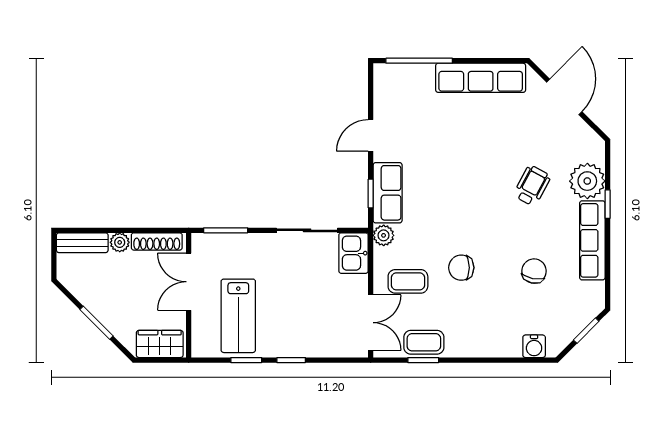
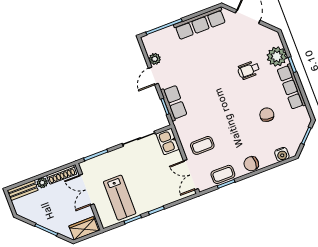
wheelchair: (532, 186) -> (249, 70), turned -118
plant: (384, 235) -> (155, 59), moved
chair: (461, 268) -> (251, 164), moved
double door: (371, 323) -> (191, 175), swing flipped

